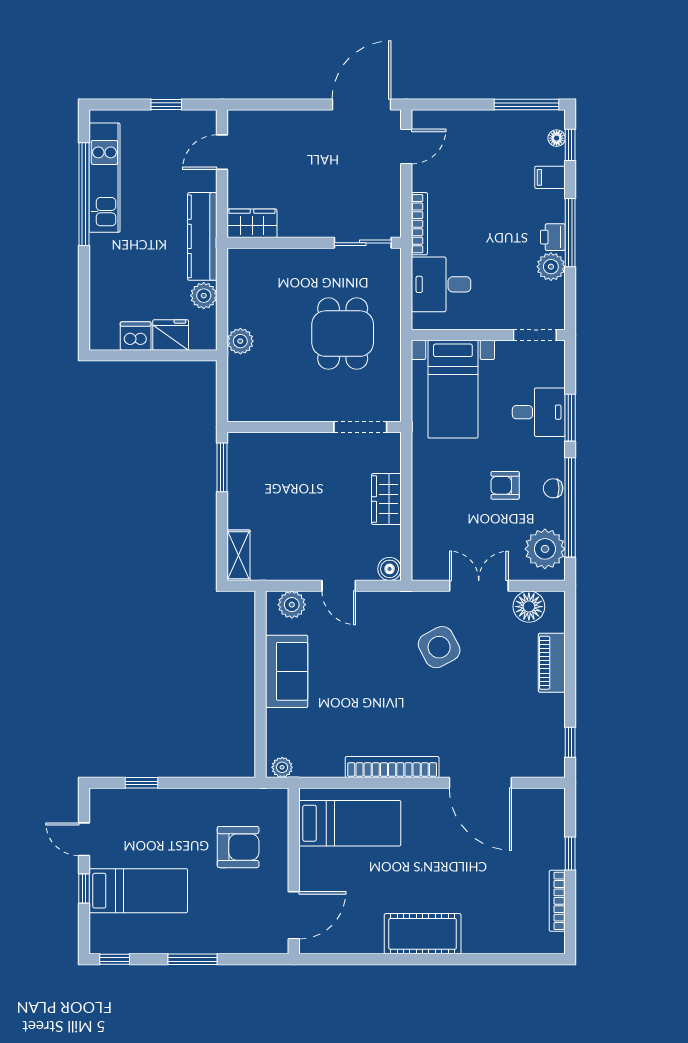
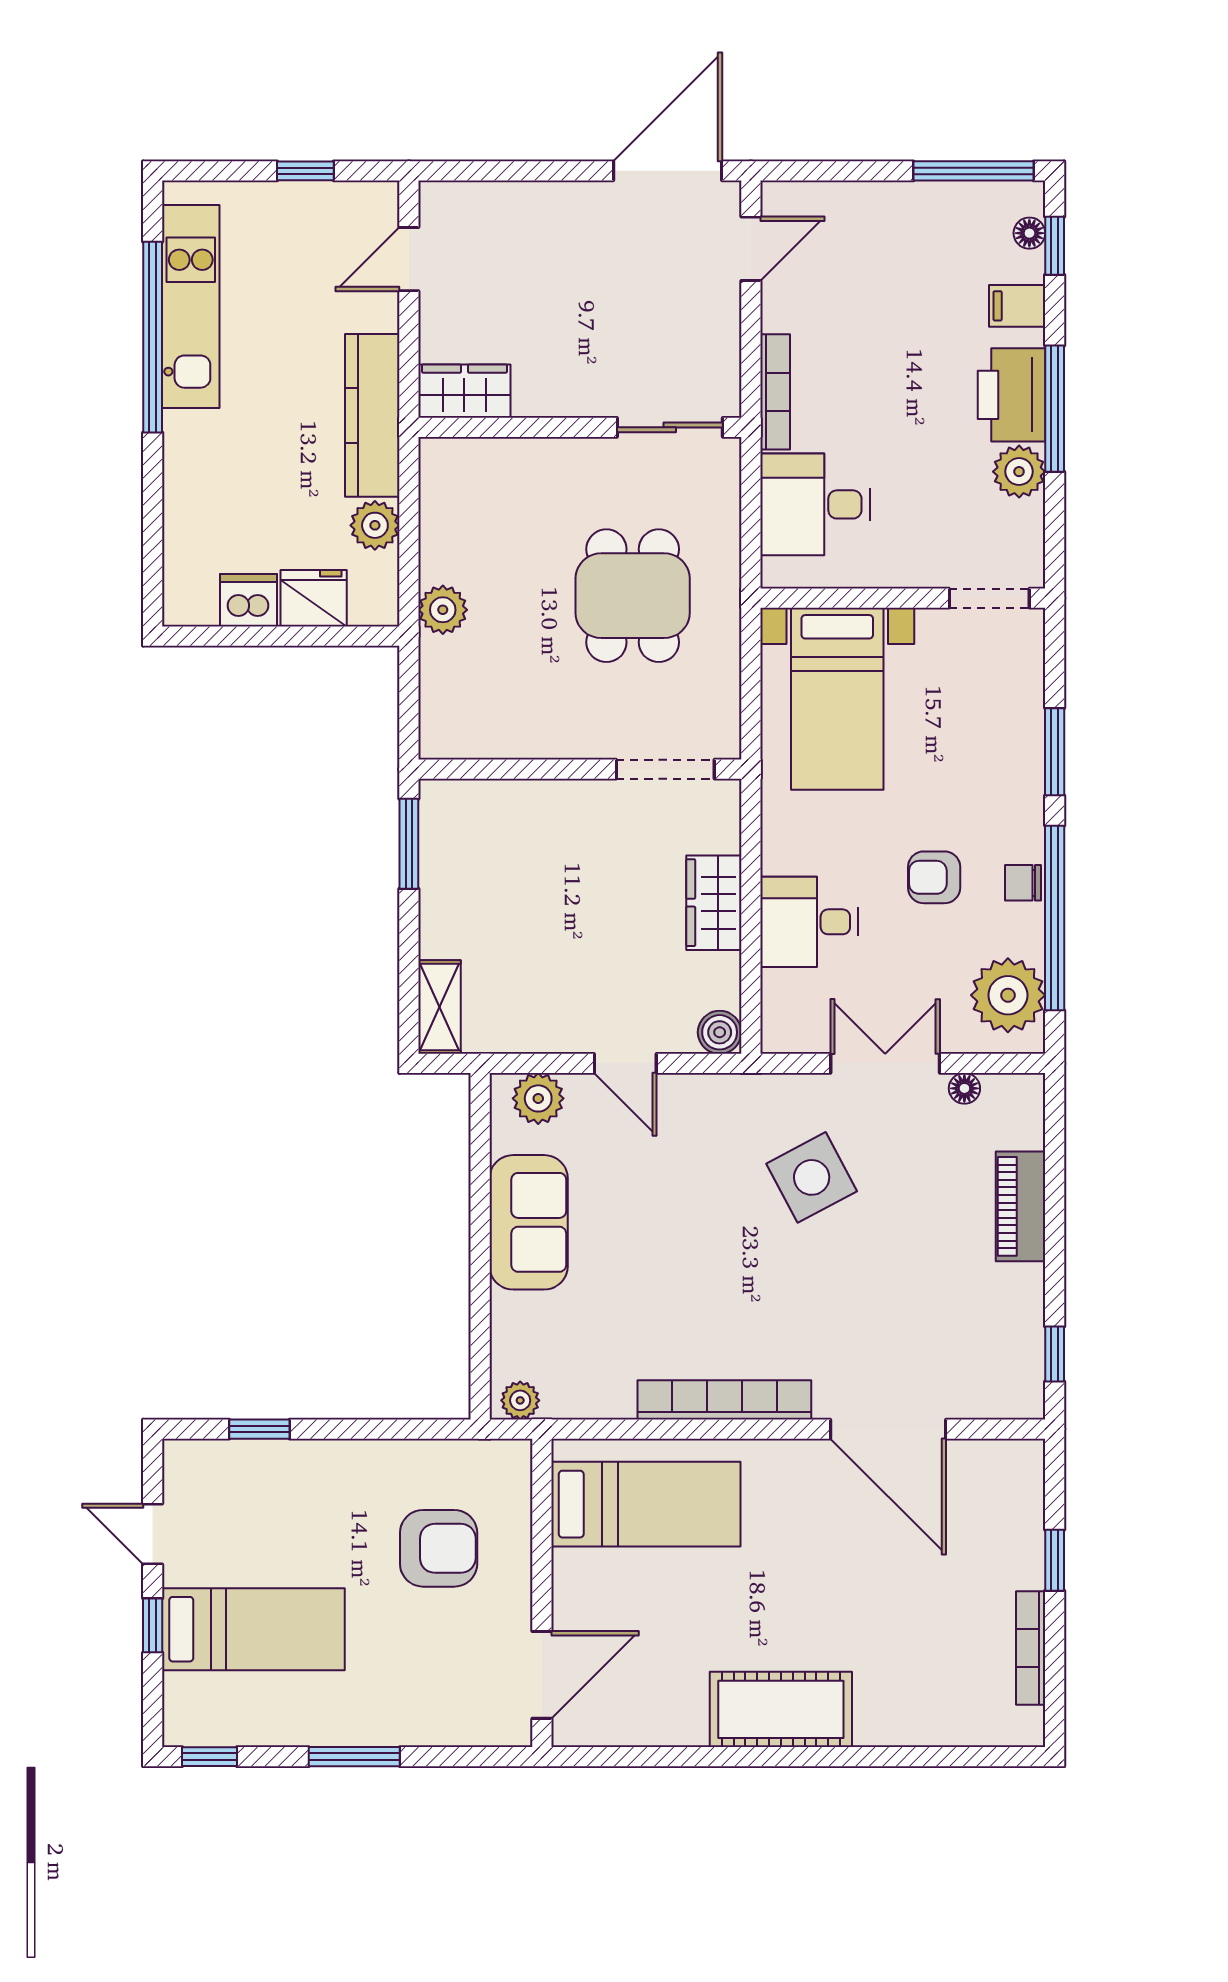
printer: (553, 237) -> (1012, 395), width x1.87, depth x1.48
desk: (539, 412) -> (809, 922), moved, turned 180
floor lamp: (529, 607) -> (964, 1088), width x0.53, depth x0.53

